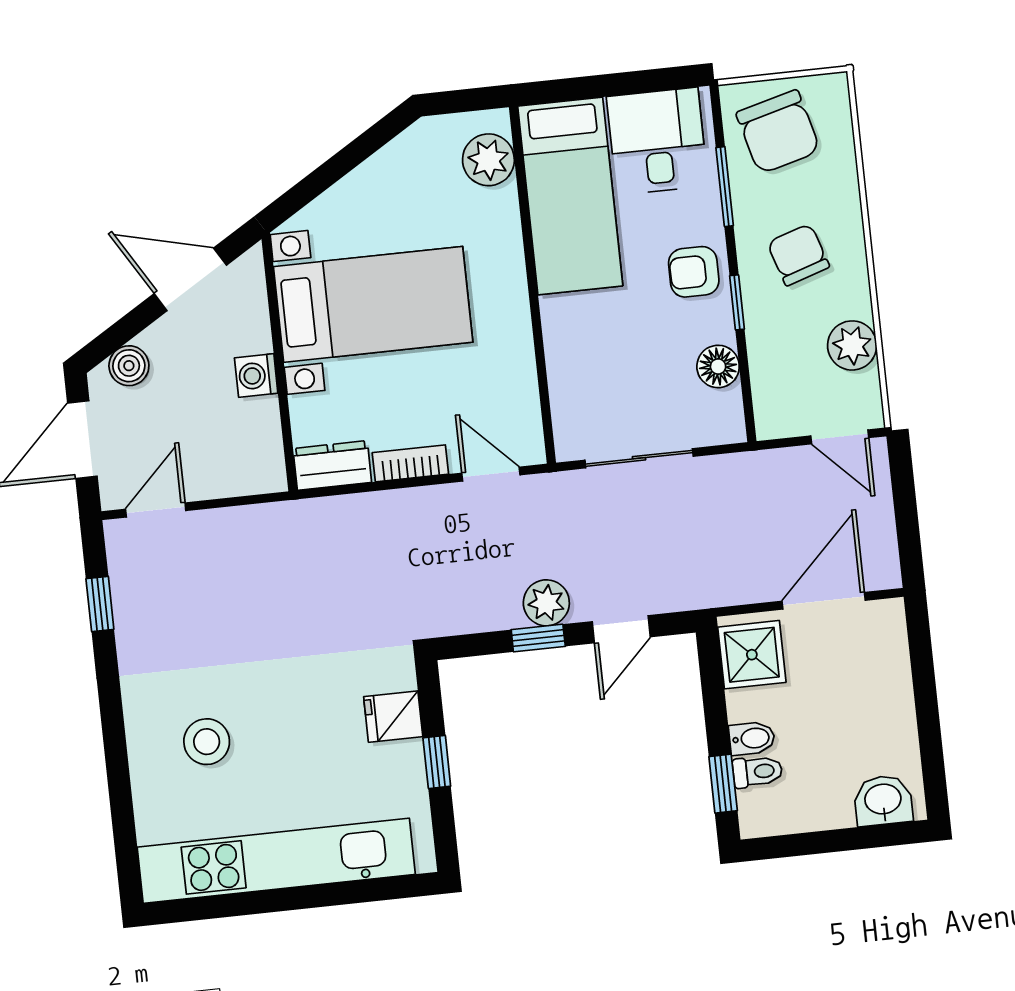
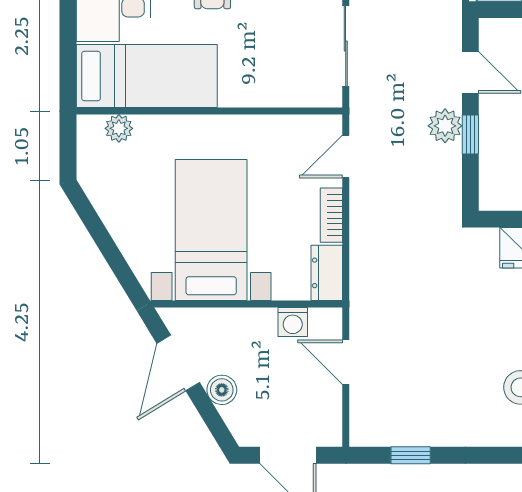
plant: (488, 160) -> (119, 128), width x0.73, depth x0.73
boiler: (129, 366) -> (222, 390), moved
washing machine: (256, 376) -> (293, 322), moved
door: (156, 510) -> (346, 362), moved

